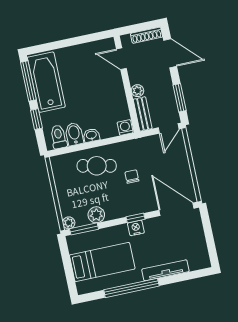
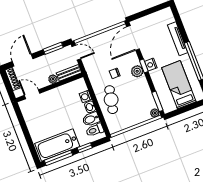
door: (121, 59) -> (32, 94), swing flipped
washing machine: (125, 127) -> (85, 96), moved
plant: (96, 215) -> (137, 71), moved

